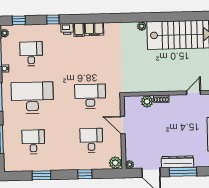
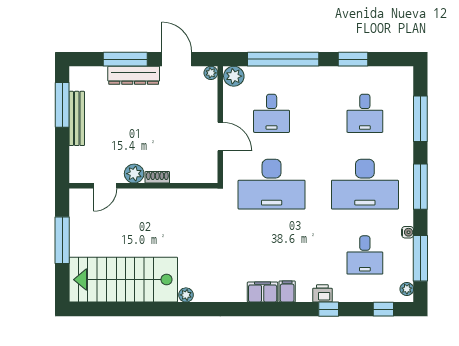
printer: (67, 29) -> (322, 293), moved
desk: (90, 96) -> (272, 184), width x1.36, depth x1.30
plant: (147, 101) -> (134, 174), moved
window: (85, 174) -> (283, 59), width x3.17

